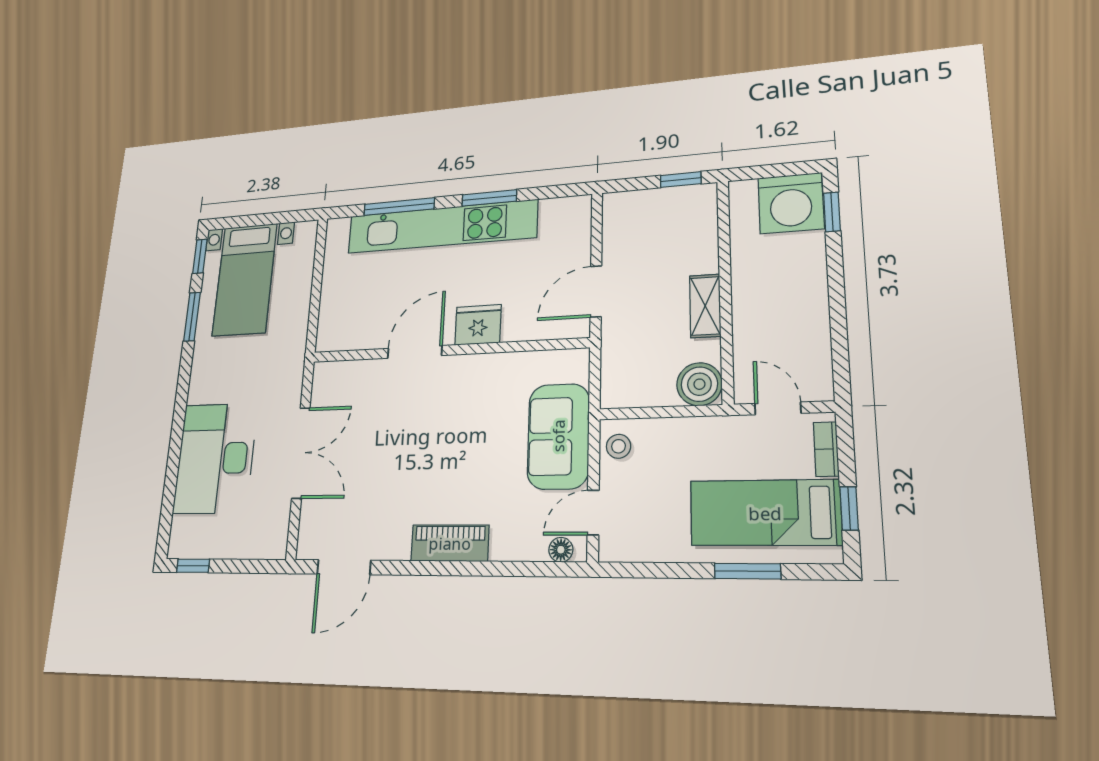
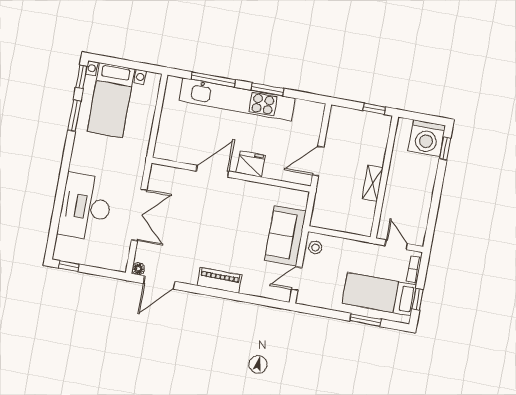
boiler: (699, 384) -> (361, 224), removed
floor lamp: (561, 550) -> (138, 269), moved

